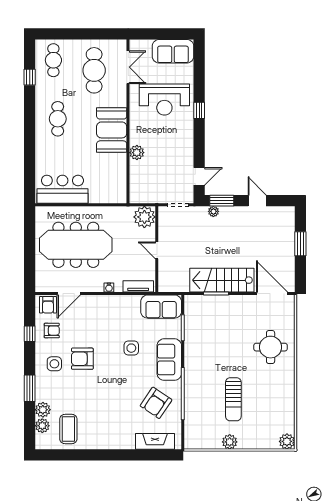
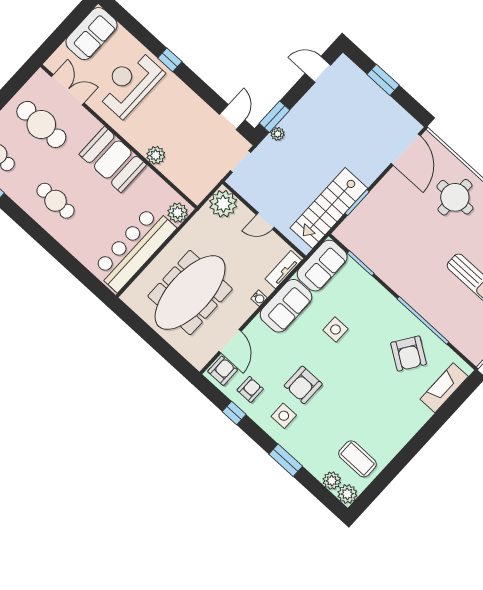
reception desk: (164, 100) -> (130, 83), turned 180
bar counter: (62, 189) -> (134, 248), width x1.36
plant: (115, 195) -> (178, 213), added
door: (257, 201) -> (318, 69), moved
stairs: (222, 280) -> (329, 208), moved
door: (272, 294) -> (406, 150), swing flipped
armchair: (48, 305) -> (223, 371), turned -90
sofa: (169, 360) -> (286, 306), moved, turned -90
plant: (43, 410) -> (347, 494), moved

